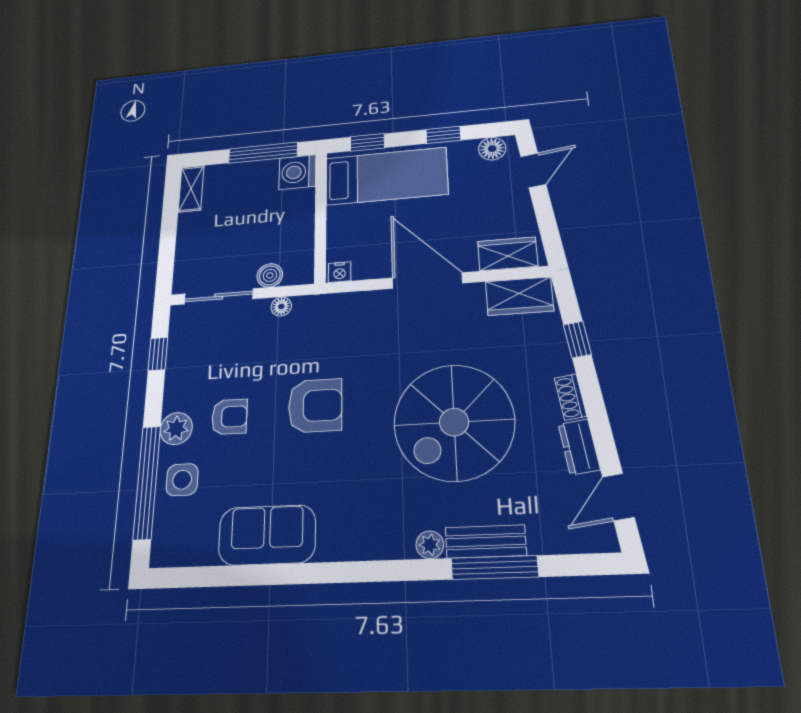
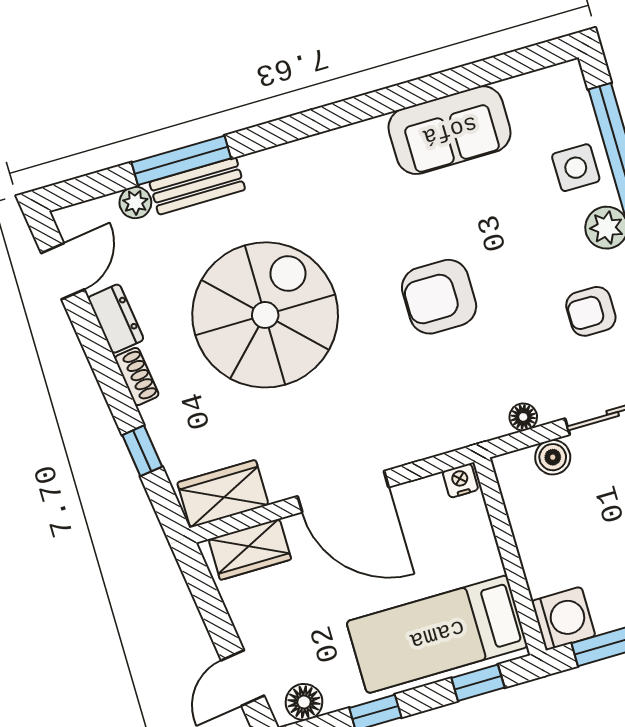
armchair: (229, 417) -> (591, 311), moved
plant: (430, 545) -> (135, 203), moved

